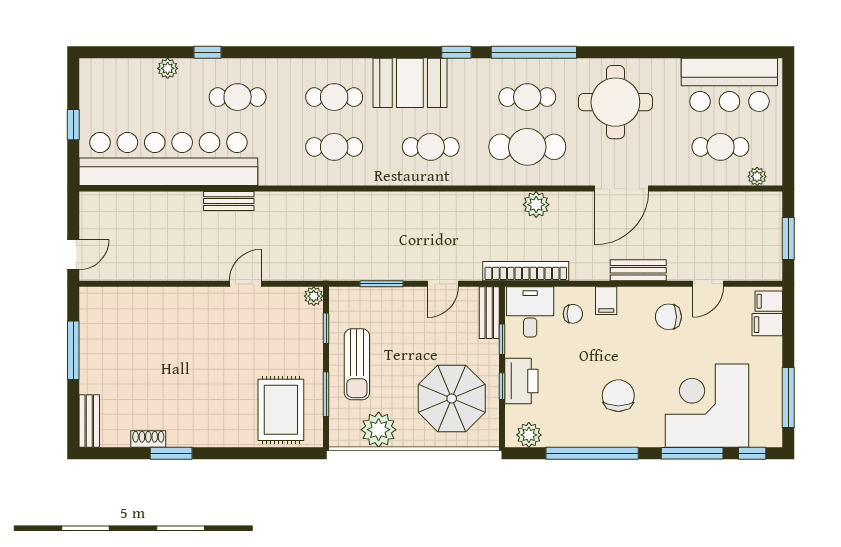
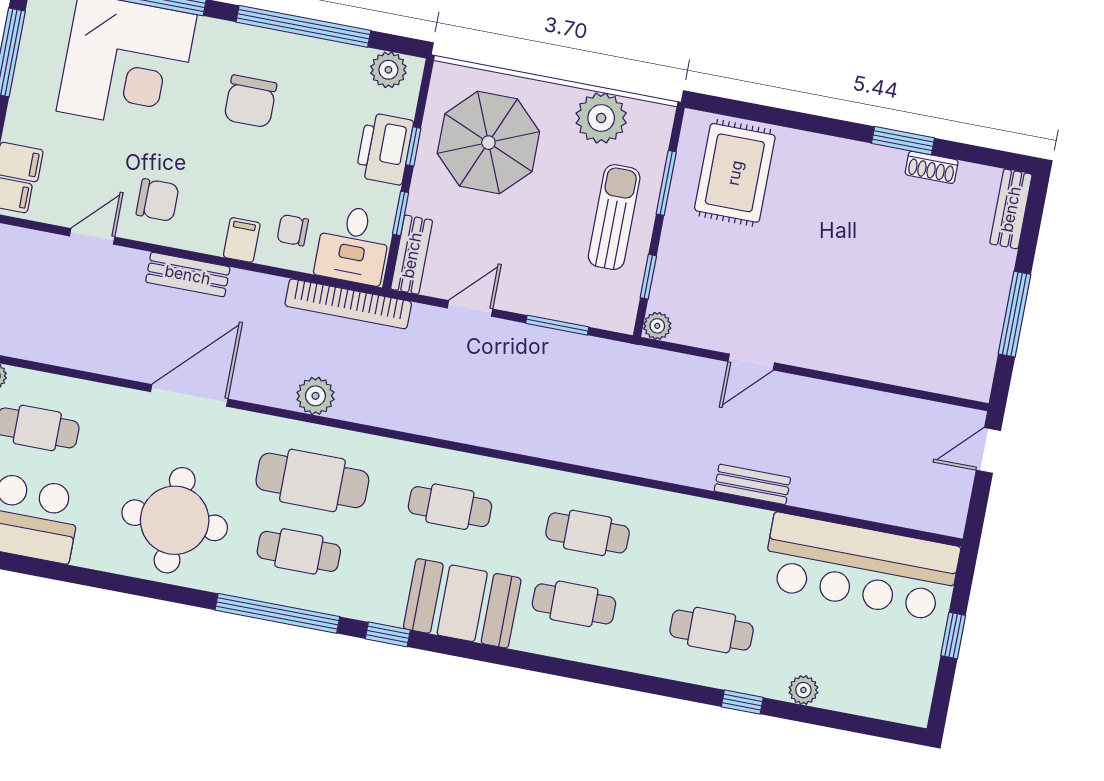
bar counter: (168, 159) -> (861, 567), width x0.73

